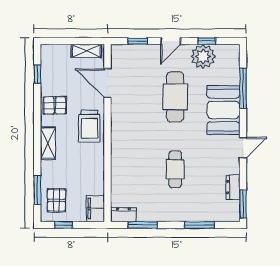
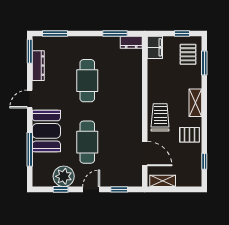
cafe table: (175, 169) -> (87, 81), width x1.37, depth x1.35
dresser: (233, 187) -> (38, 66), width x1.44
window: (199, 225) -> (55, 33), moved

